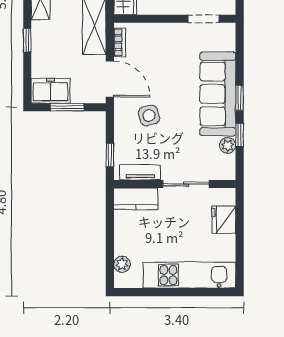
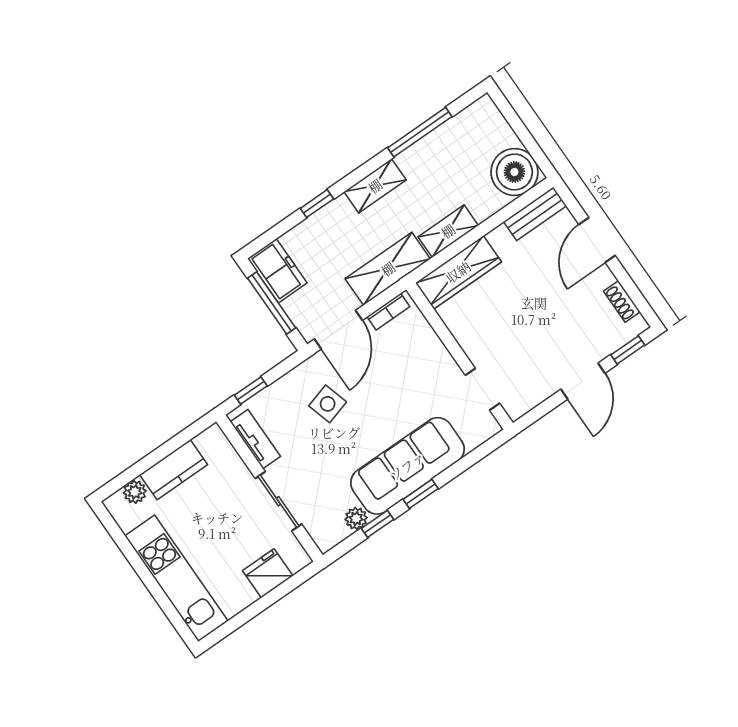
window: (67, 107) -> (272, 303), width x1.44
kitchen counter: (136, 199) -> (174, 470), moved, turned -90

